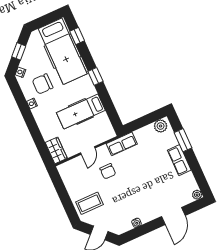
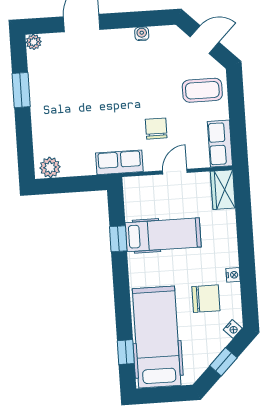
window: (95, 76) -> (118, 239), moved
window: (183, 140) -> (21, 90), moved
row of seats: (179, 160) -> (220, 144), moved, turned 180

